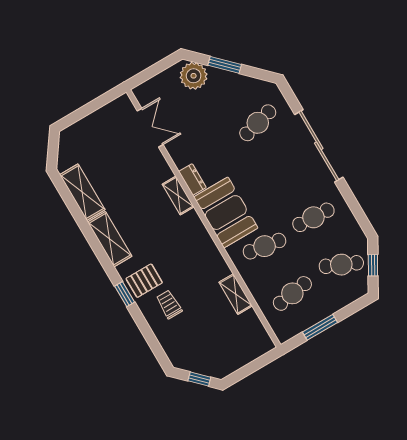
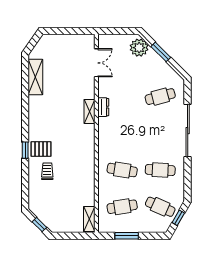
booth: (226, 213) -> (111, 137), removed
shelving: (110, 239) -> (35, 113), removed
shelving: (236, 294) -> (89, 219), moved

